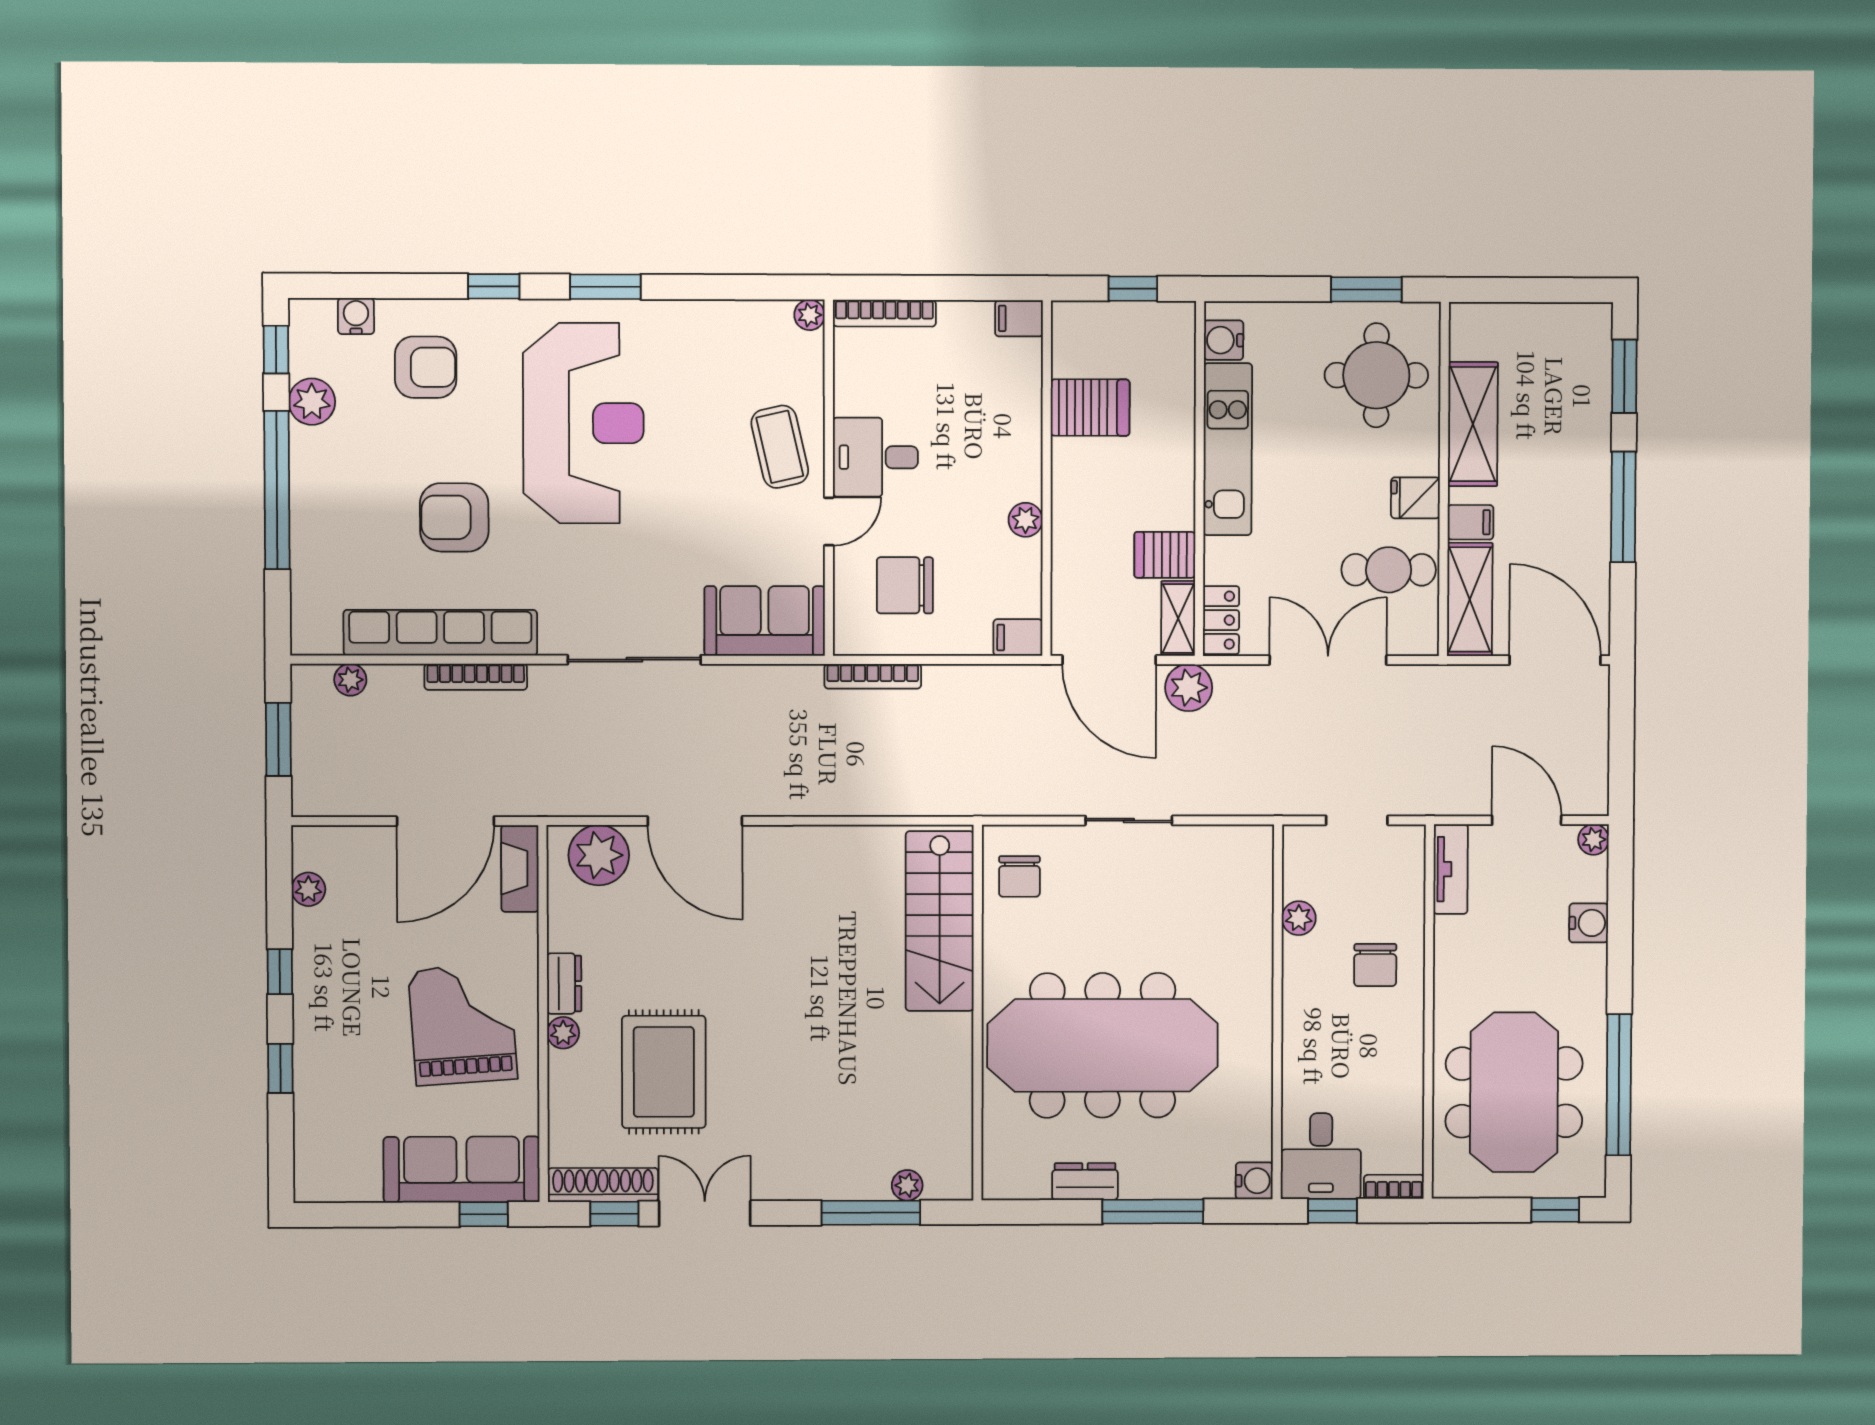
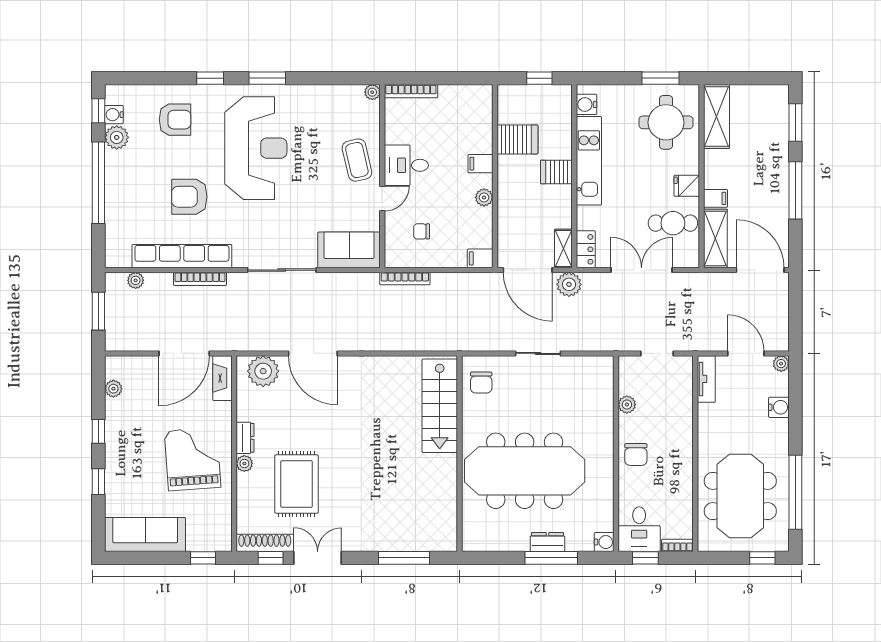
water cooler: (356, 316) -> (114, 115), moved, turned -90
filing cabinet: (1019, 318) -> (480, 164), moved
shelving: (1473, 424) -> (716, 116), moved
server rack: (1165, 555) -> (556, 172), moved
chair: (905, 585) -> (422, 231), width x0.54, depth x0.54
chair: (1375, 965) -> (636, 455), moved
sofa: (462, 1170) -> (145, 535), moved
dresser: (1085, 1181) -> (548, 542), moved
plant: (907, 1185) -> (423, 544), removed

